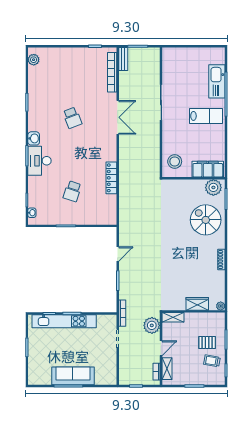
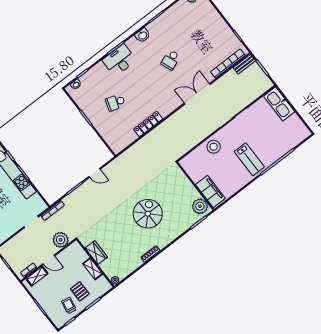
kitchen sink: (217, 81) -> (279, 104), moved, turned -90
double door: (118, 117) -> (197, 94), swing flipped
washbasin: (34, 138) -> (143, 35), moved
stool: (175, 161) -> (214, 147), moved
spiral stairs: (206, 220) -> (148, 214), moved
wardrobe: (197, 304) -> (96, 253), moved
shelving: (173, 317) -> (93, 269), moved

